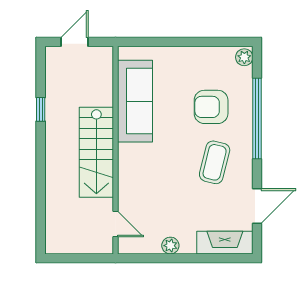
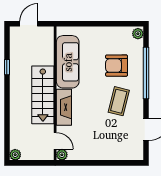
fireplace: (225, 243) -> (64, 107), moved, turned 90
plant: (53, 245) -> (15, 155), added
plant: (170, 246) -> (62, 155), moved

